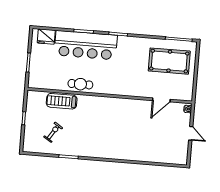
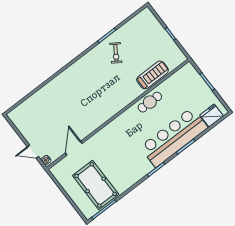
pool table: (169, 61) -> (96, 185), turned 90
exercise bike: (53, 132) -> (116, 53), moved
door: (191, 133) -> (33, 152), moved

